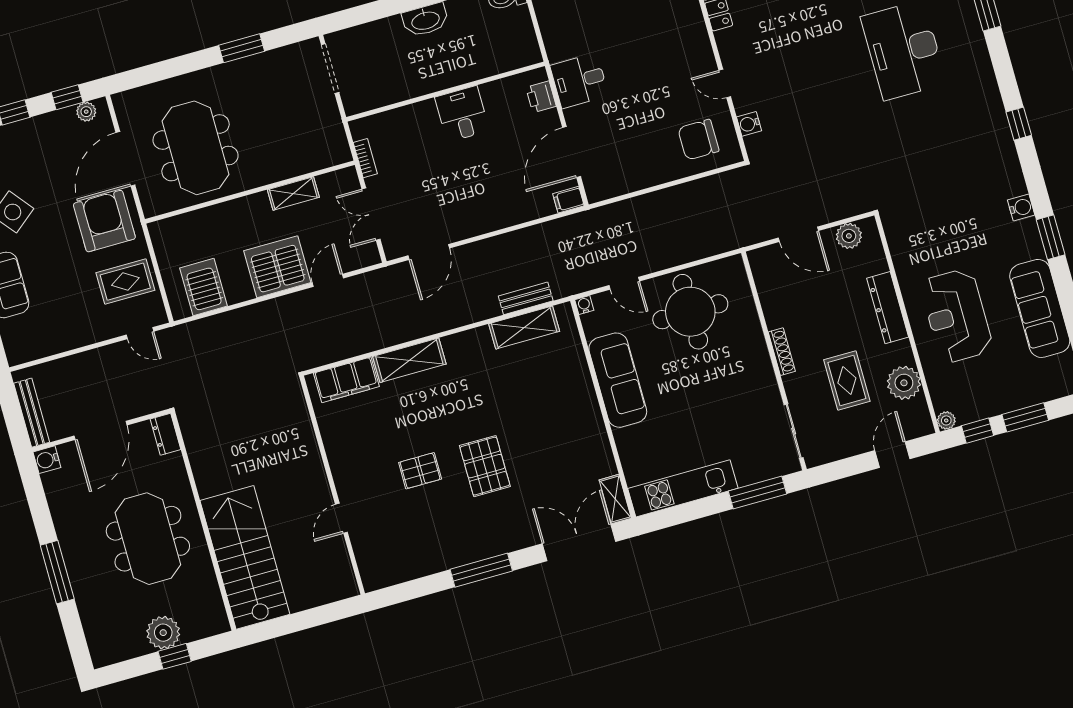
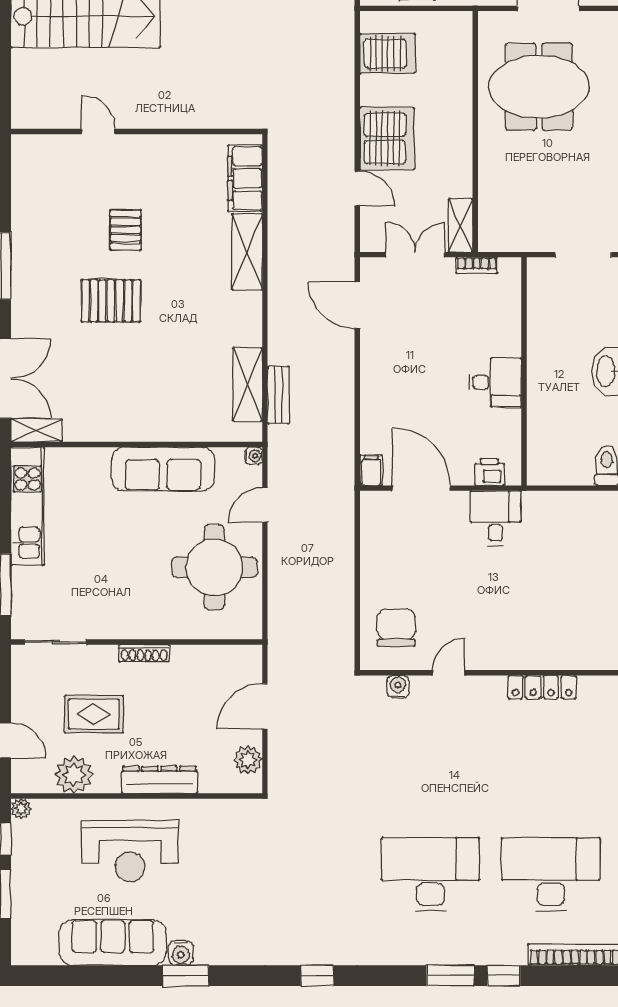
shelving: (293, 193) -> (461, 225), moved
water cooler: (1021, 207) -> (181, 953), moved
reception desk: (956, 316) -> (130, 851), turned 180

